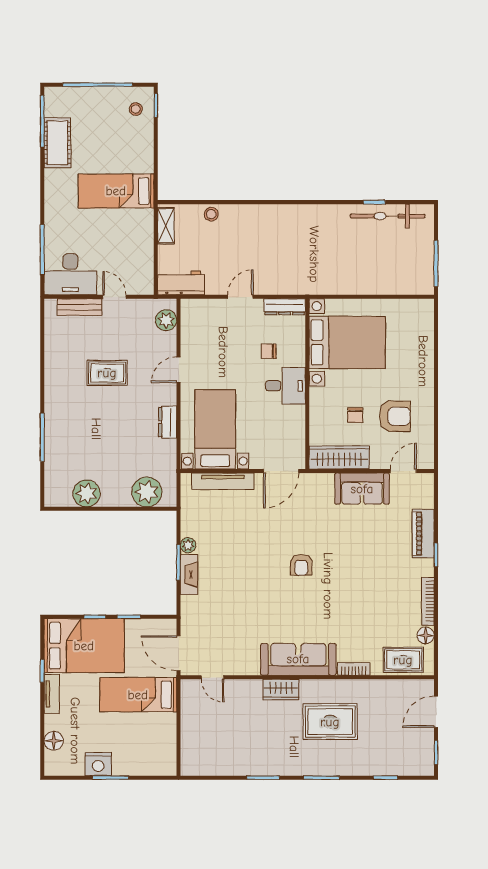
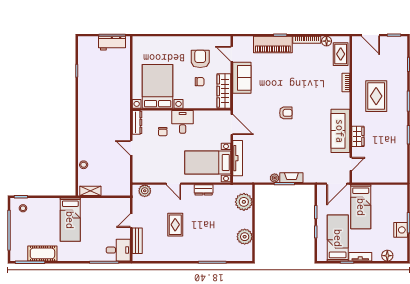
bicycle: (388, 216) -> (85, 63), removed
desk: (70, 274) -> (118, 250), width x0.73
workbench: (181, 283) -> (112, 43), moved, turned -90
piano: (423, 534) -> (273, 45), width x1.37, depth x1.33
bed: (84, 646) -> (338, 238), width x0.67
sofa: (298, 659) -> (340, 131), moved
wardrobe: (281, 690) -> (358, 136), moved

